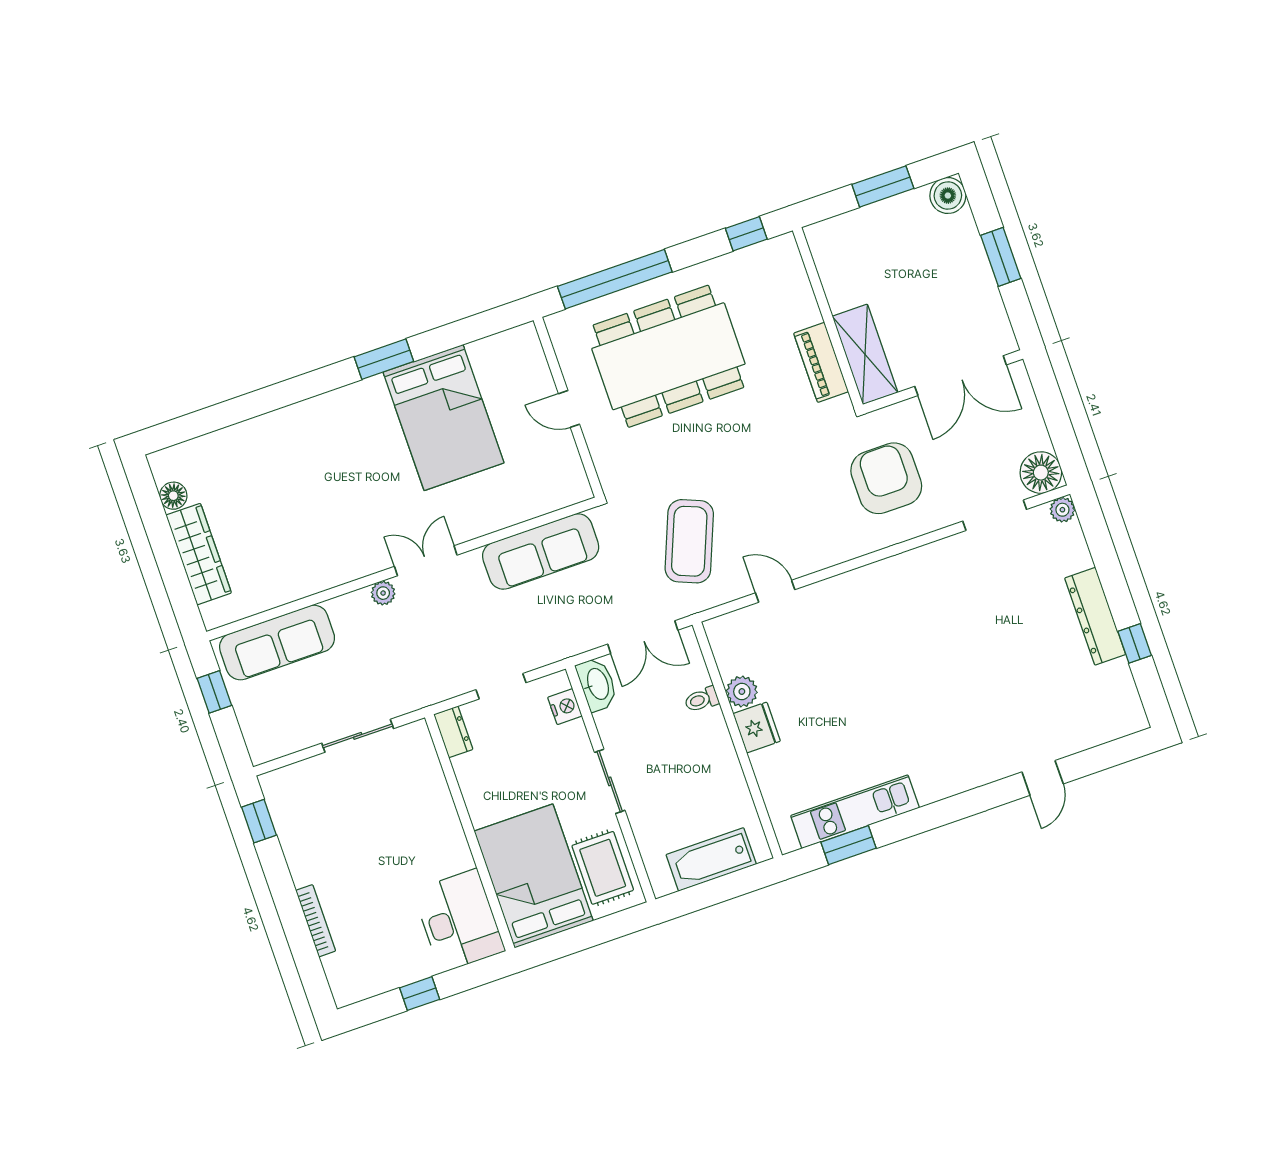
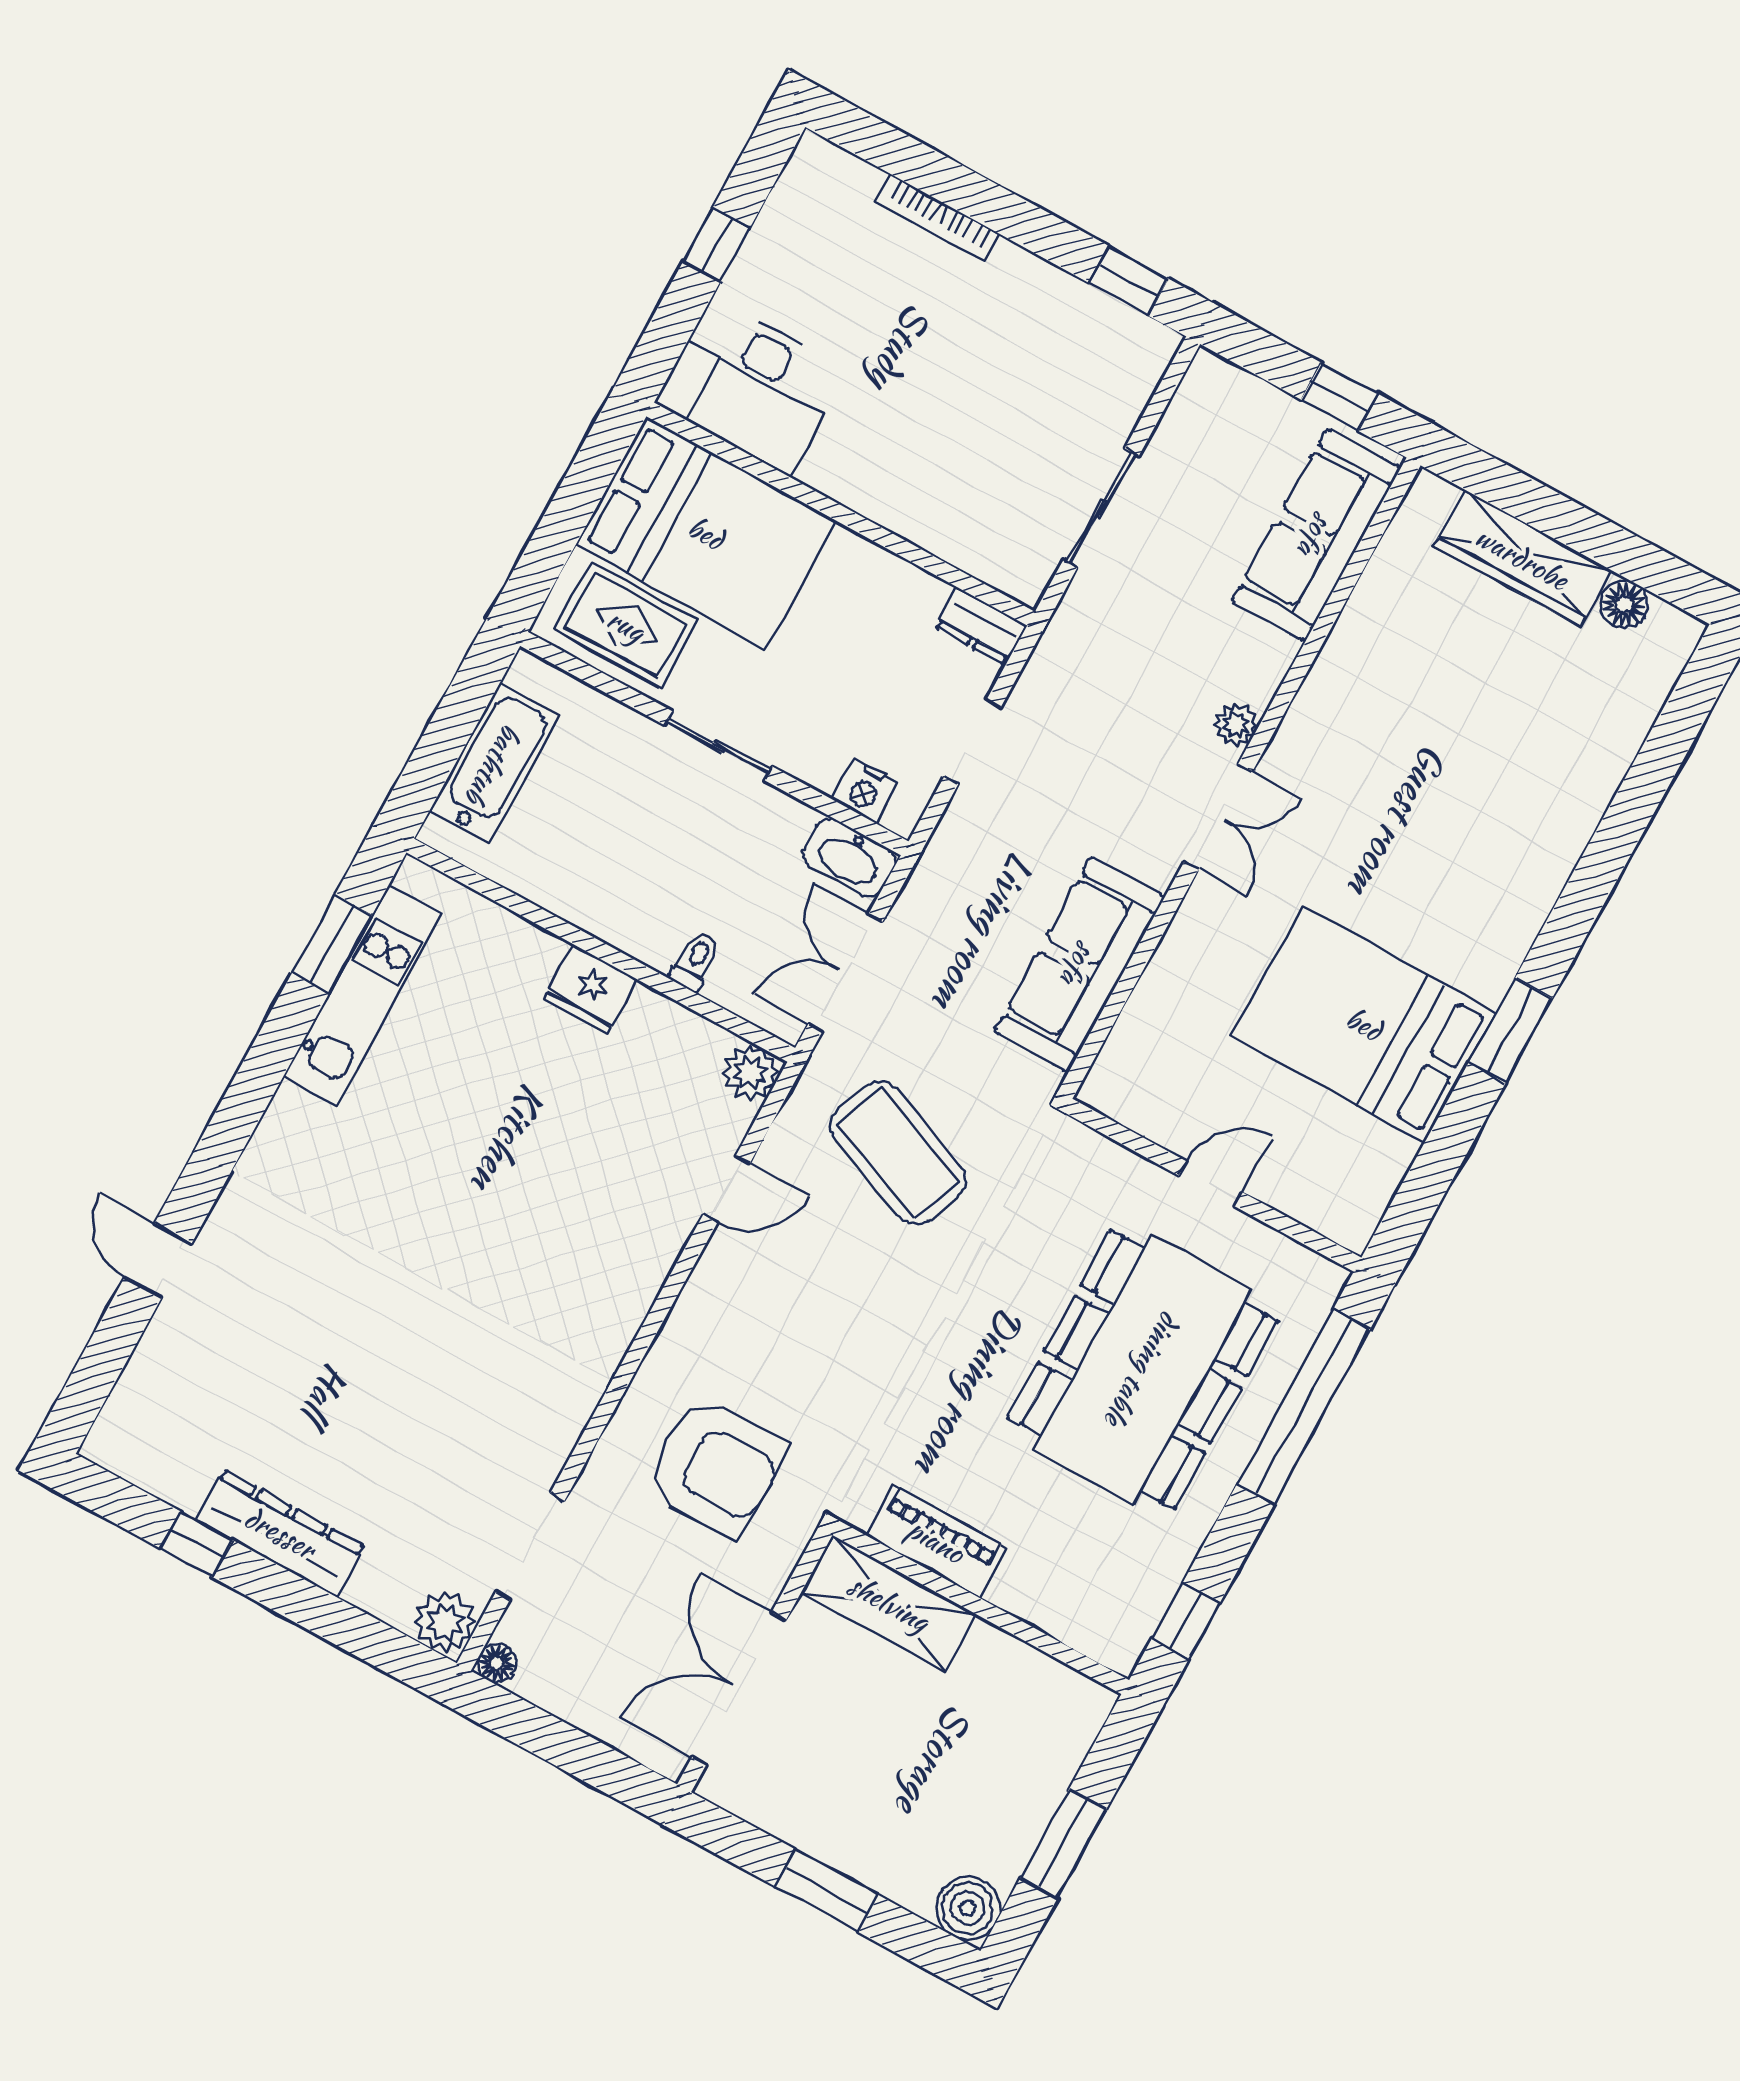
floor lamp: (1041, 473) -> (497, 1663), width x0.53, depth x0.53
plant: (1062, 510) -> (445, 1622), width x1.38, depth x1.38
plant: (742, 692) -> (750, 1073), moved

